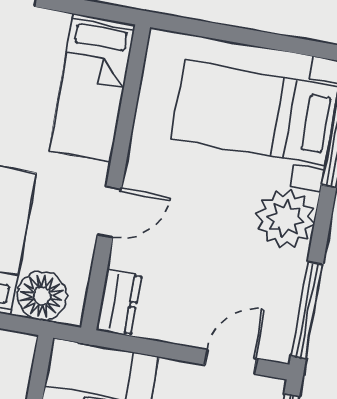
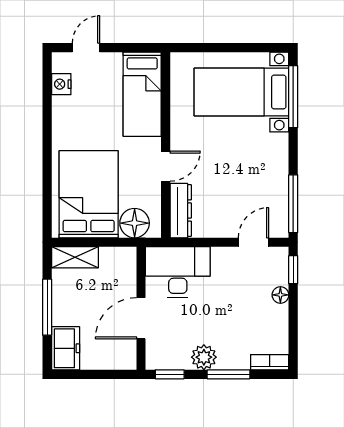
plant: (285, 219) -> (271, 152), removed
dresser: (119, 302) -> (181, 211), width x1.44

